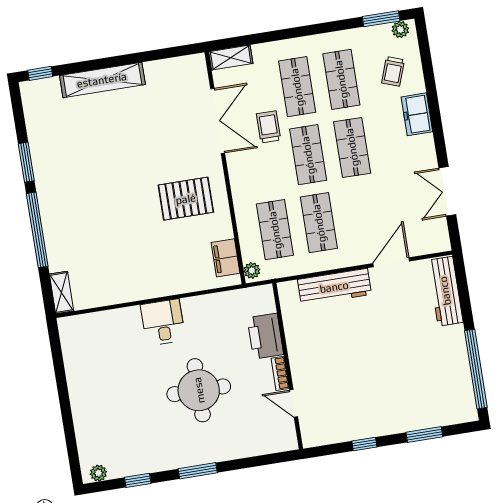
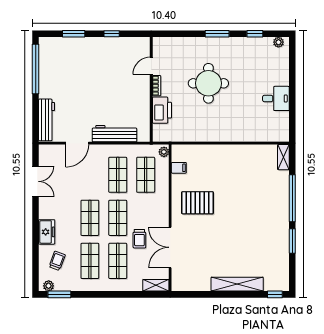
filing cabinet: (226, 258) -> (179, 168), width x0.50
desk: (163, 322) -> (276, 98), moved, turned -90
door: (294, 403) -> (151, 66), swing flipped

